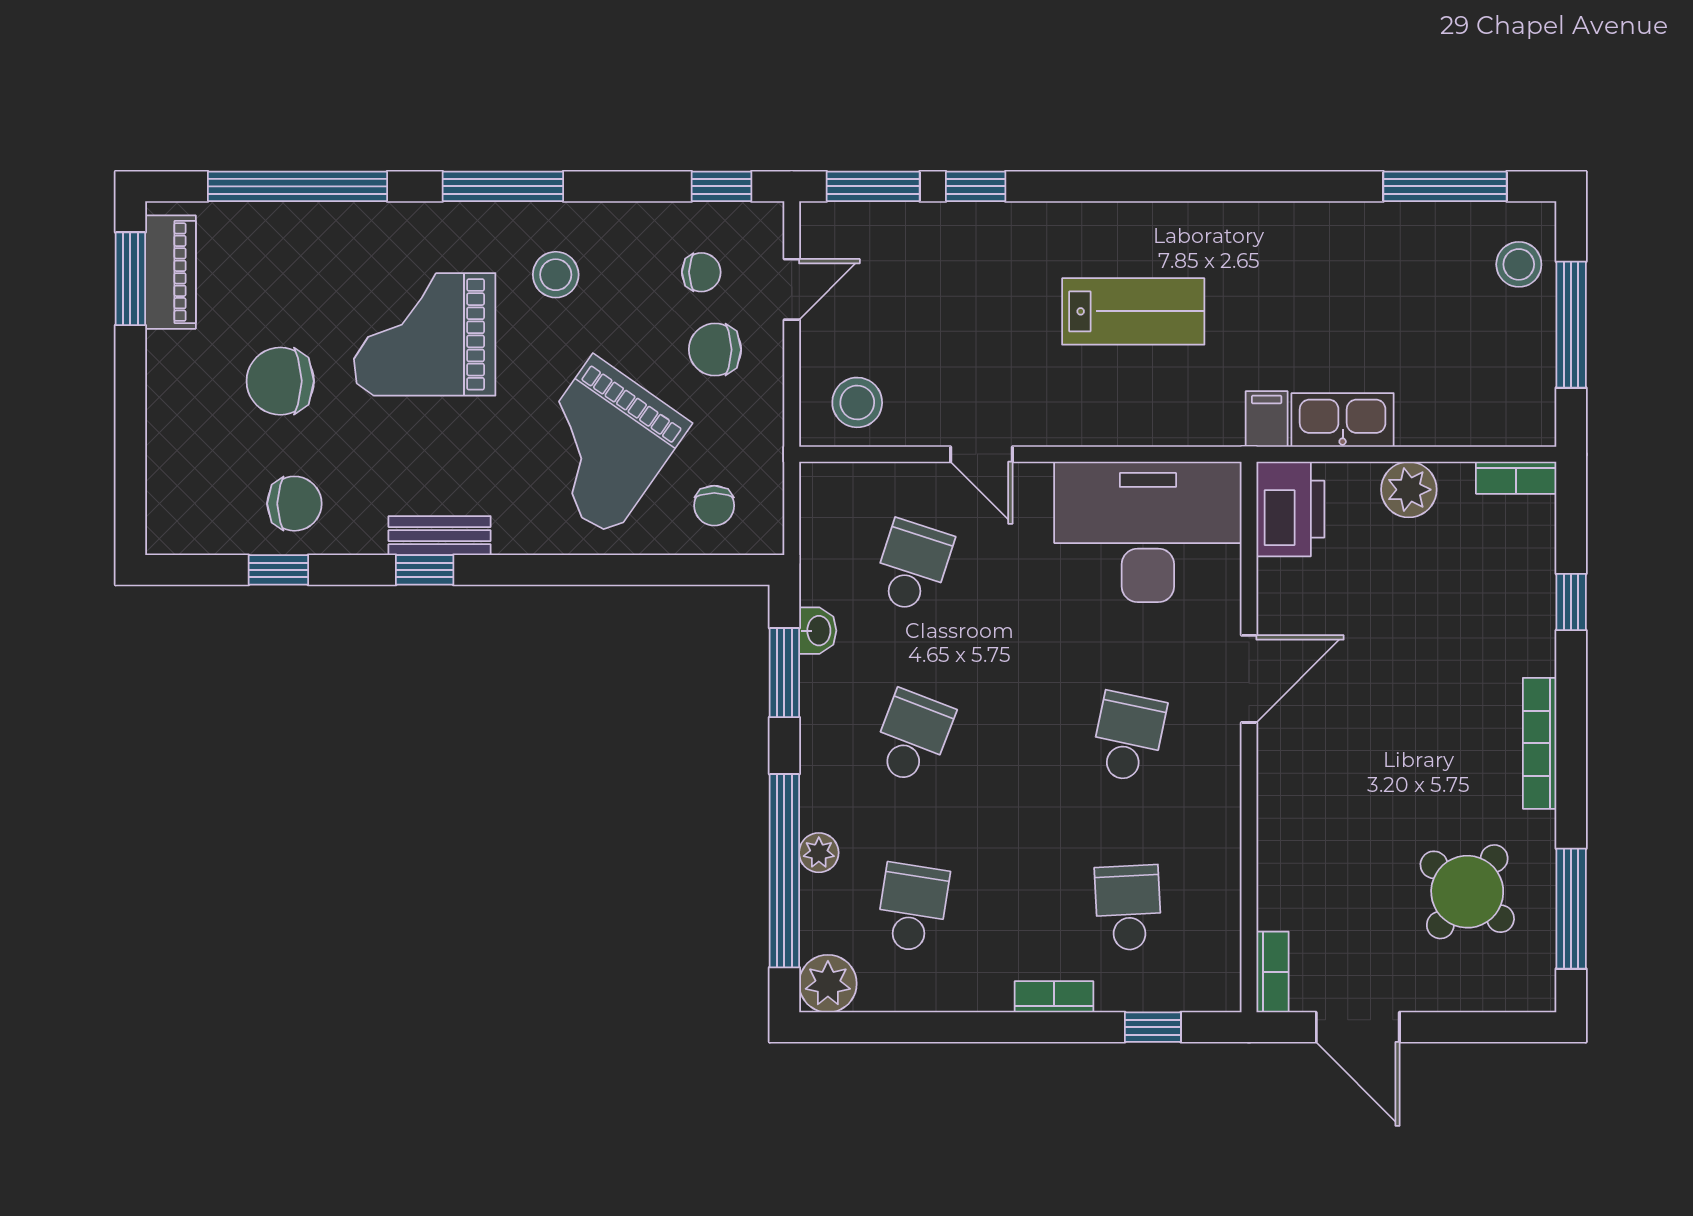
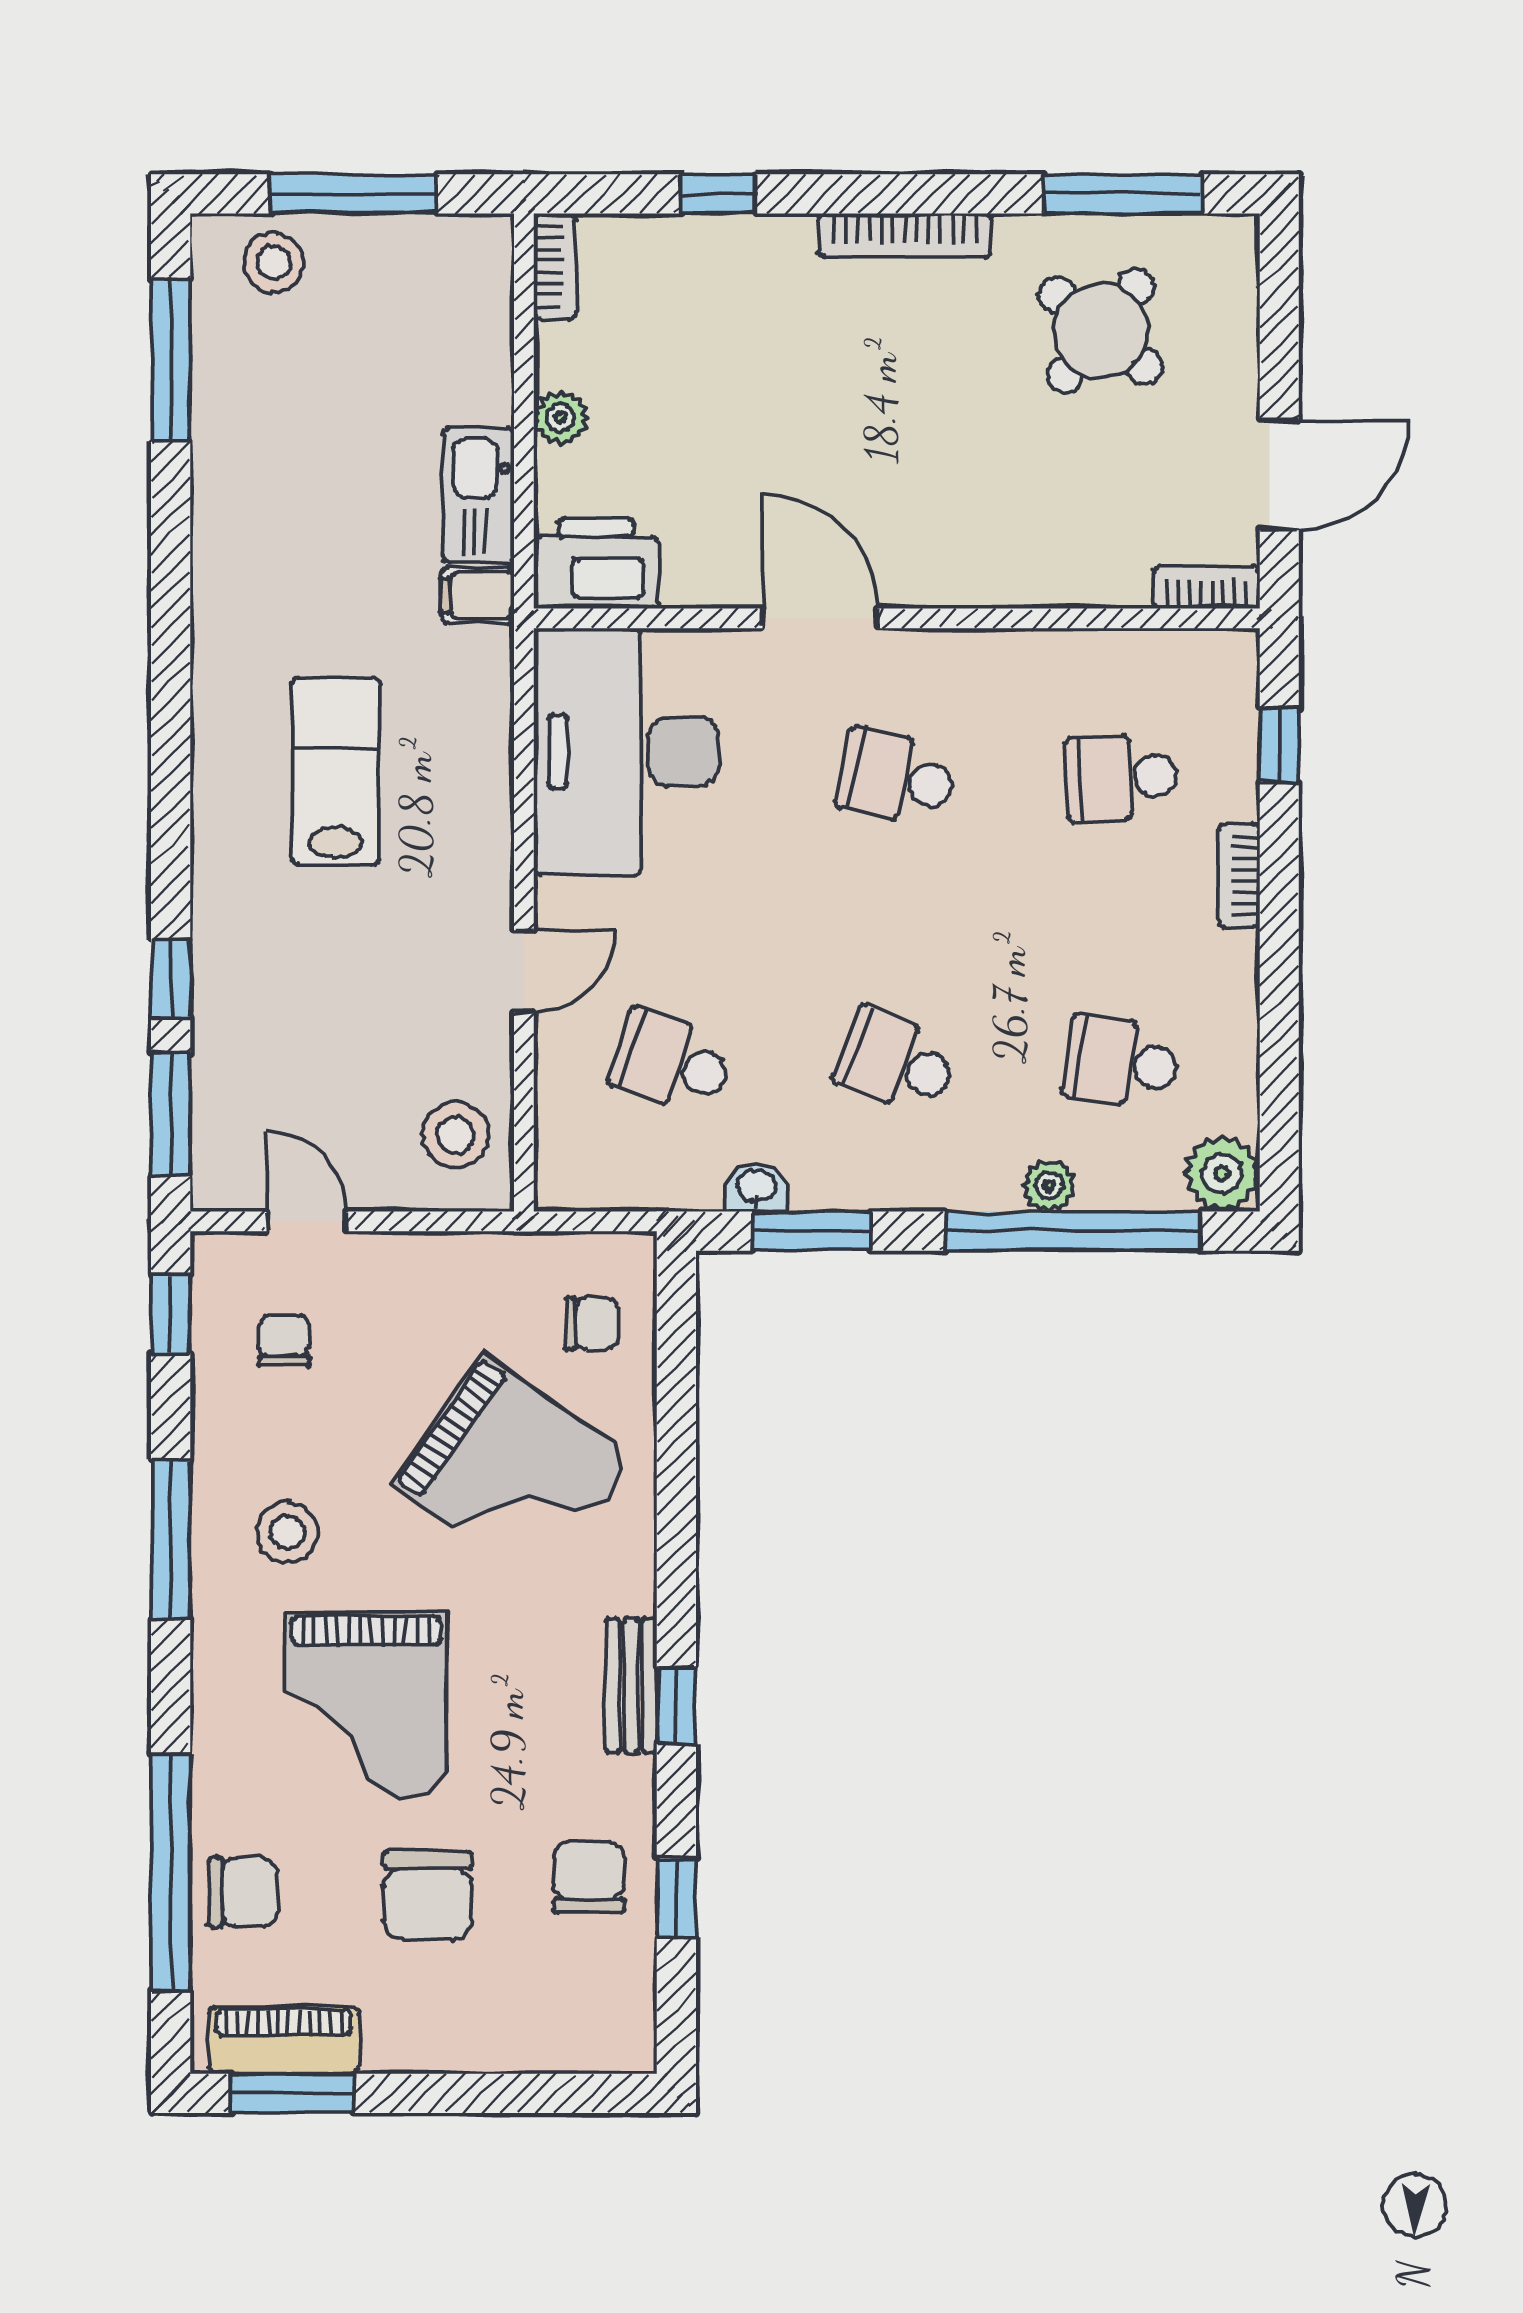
window: (503, 186) -> (171, 1540), moved
chair: (715, 350) -> (243, 1892), moved, turned -90
plant: (1409, 490) -> (560, 418), width x0.73, depth x0.73

